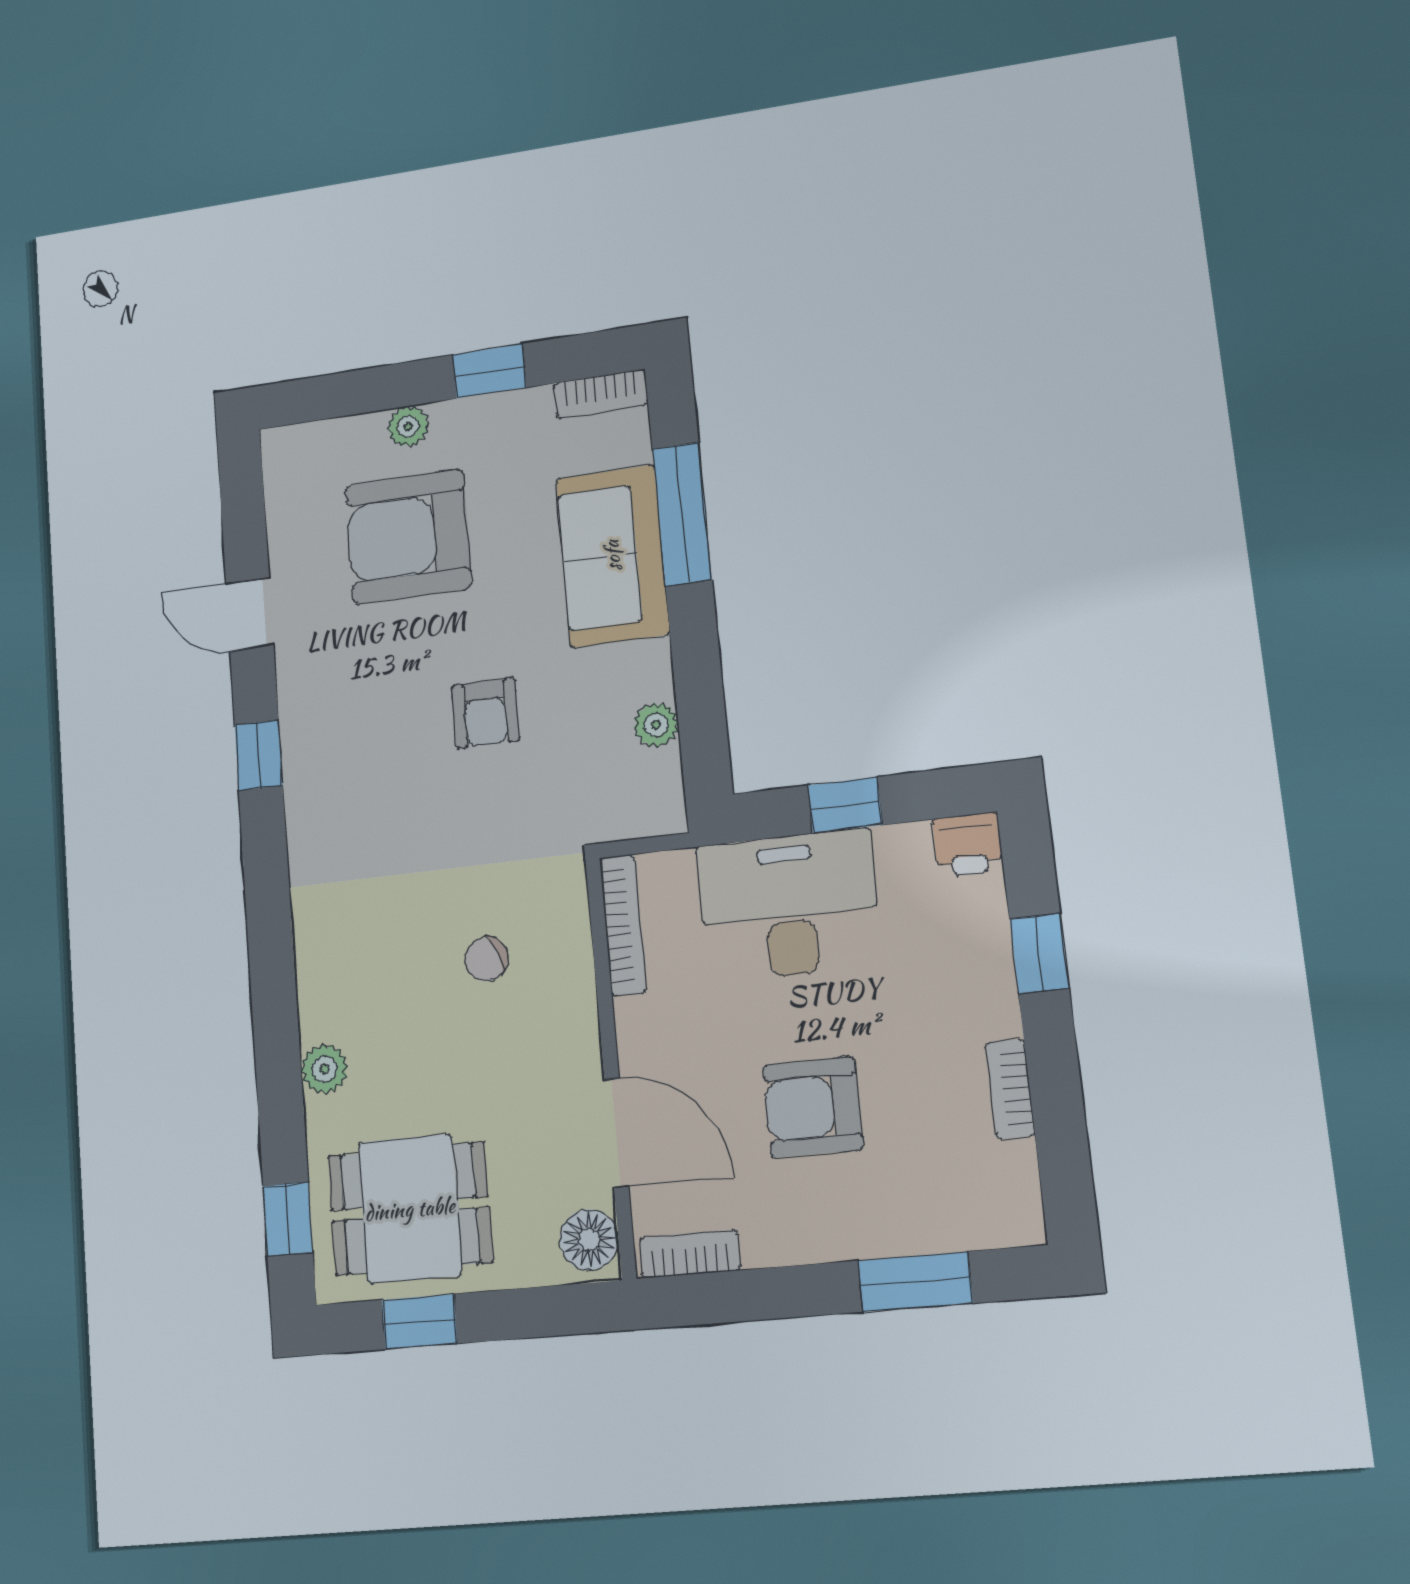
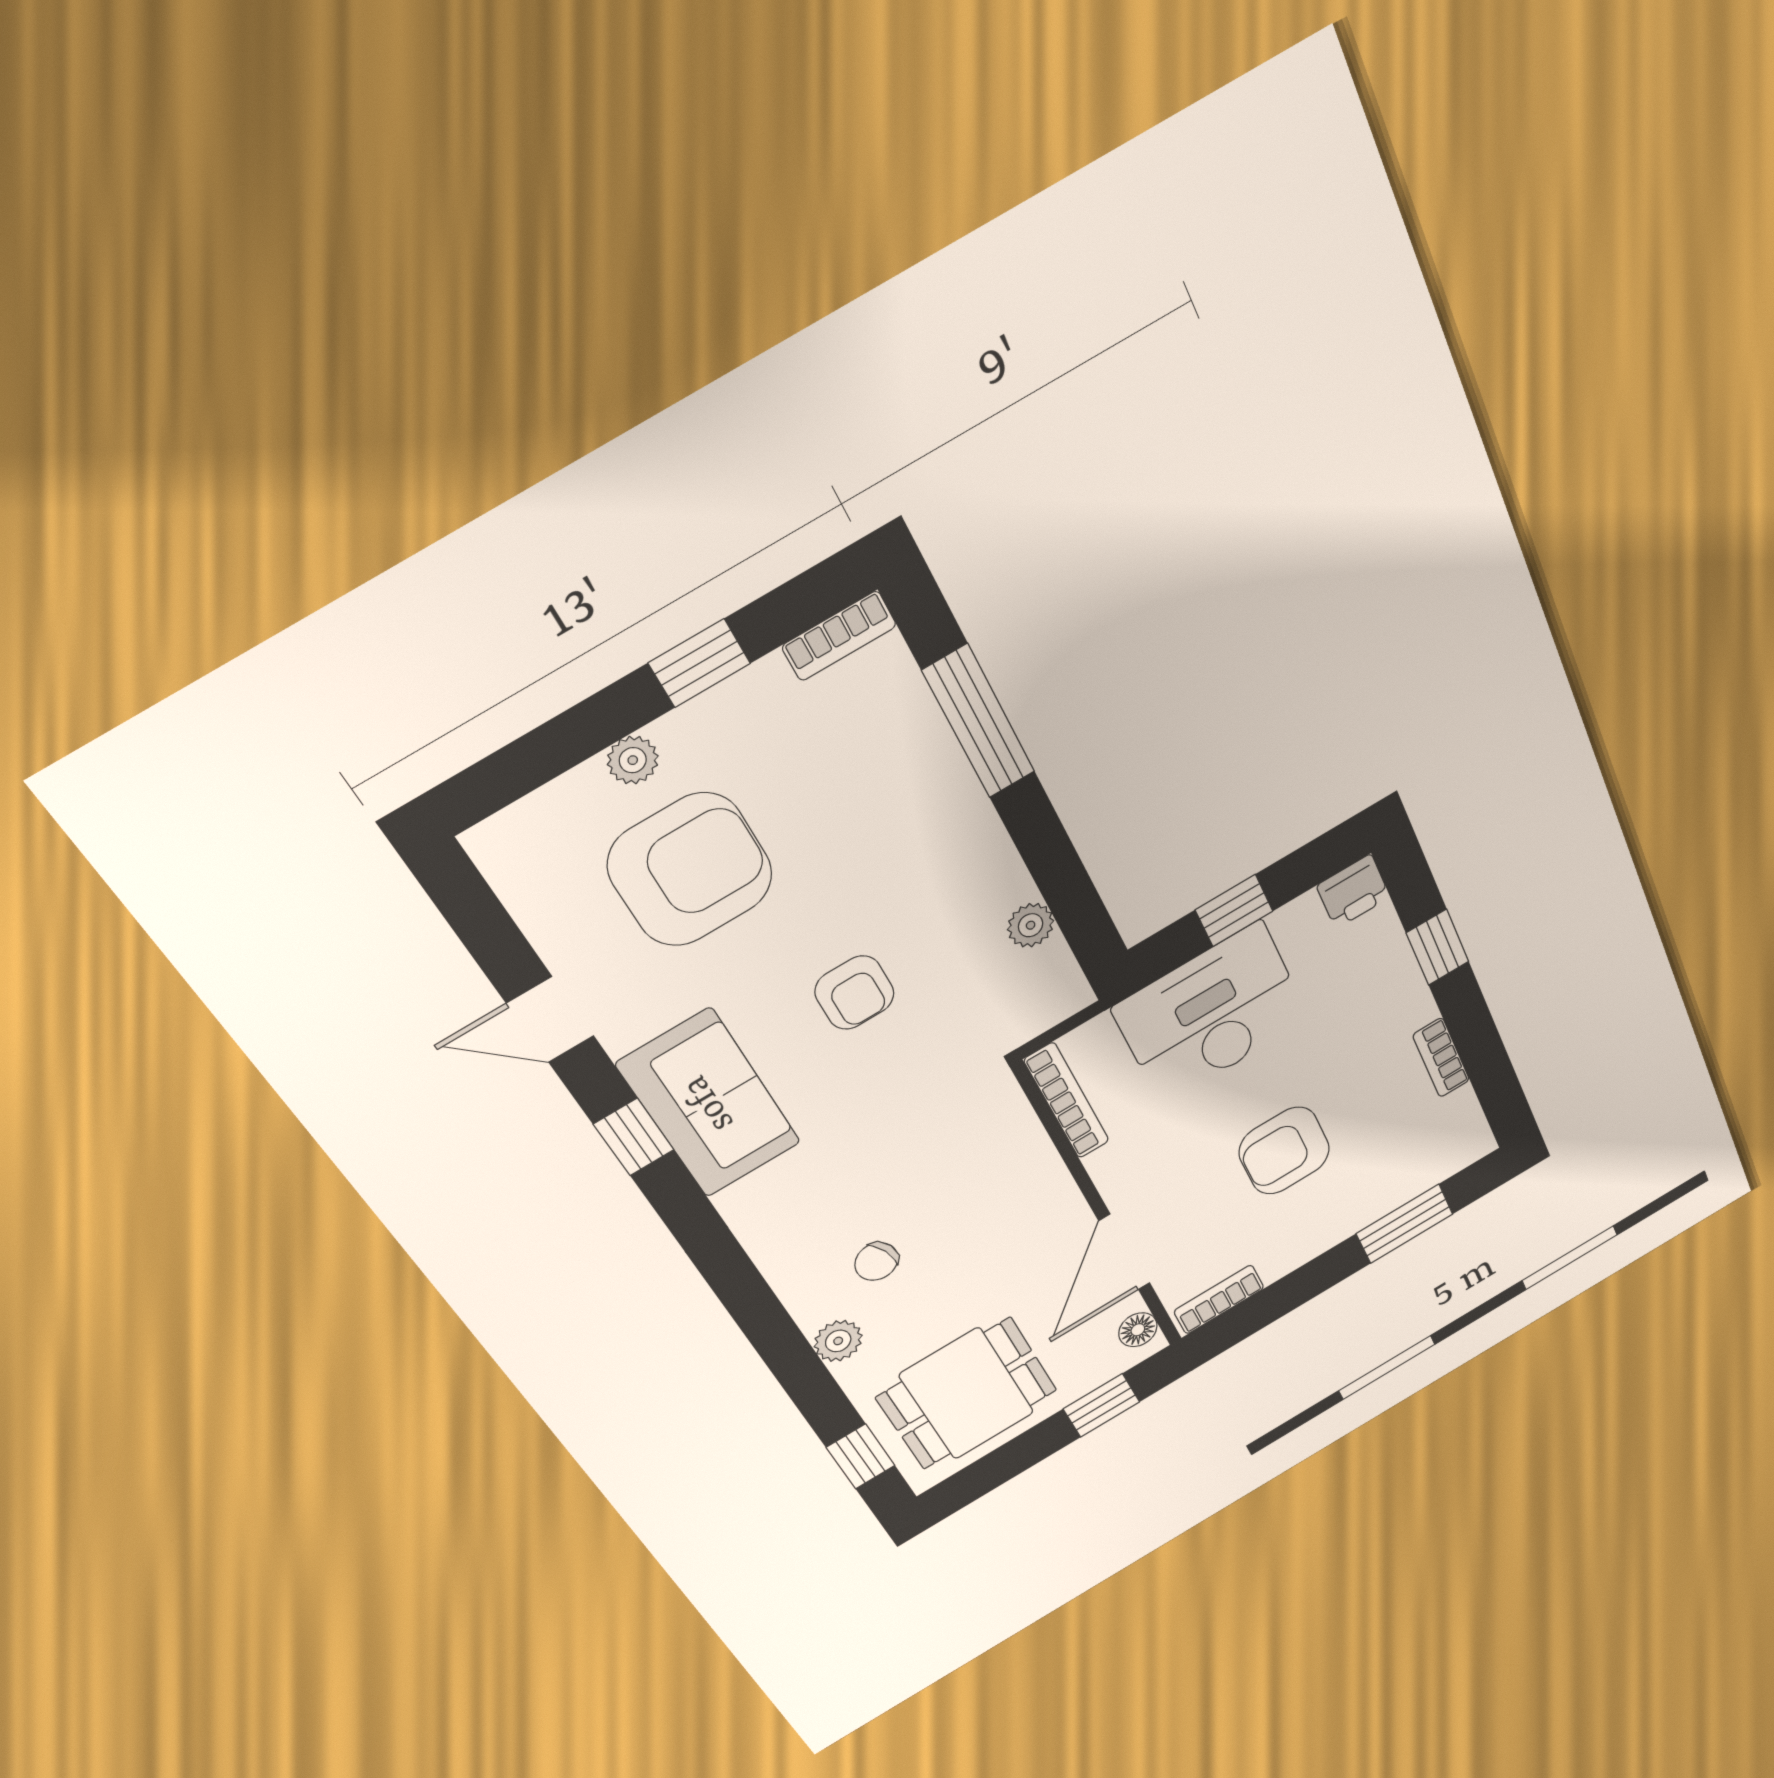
armchair: (408, 537) -> (690, 870), turned 180
sofa: (612, 556) -> (709, 1103), moved, turned 180
chair: (486, 959) -> (876, 1262), moved
door: (616, 1133) -> (1124, 1252), swing flipped
floor lamp: (589, 1240) -> (1138, 1330), width x0.73, depth x0.73
window: (419, 1322) -> (1101, 1405), moved

